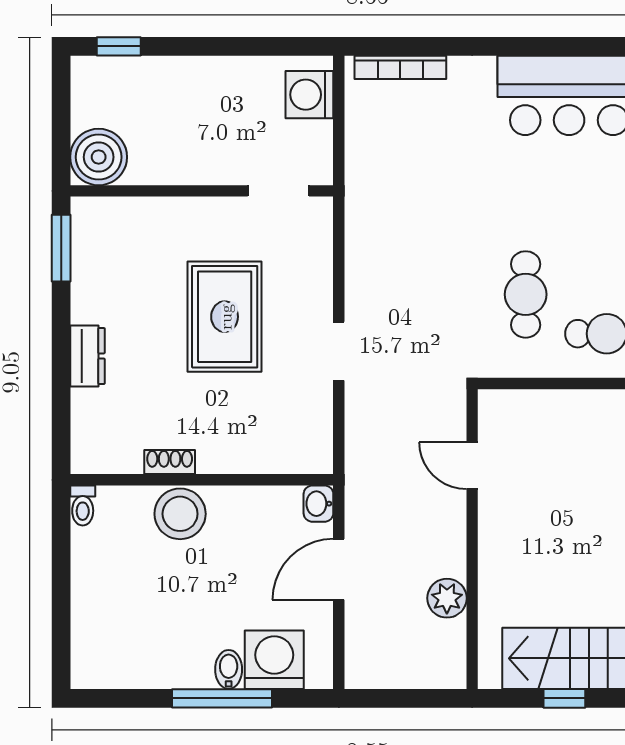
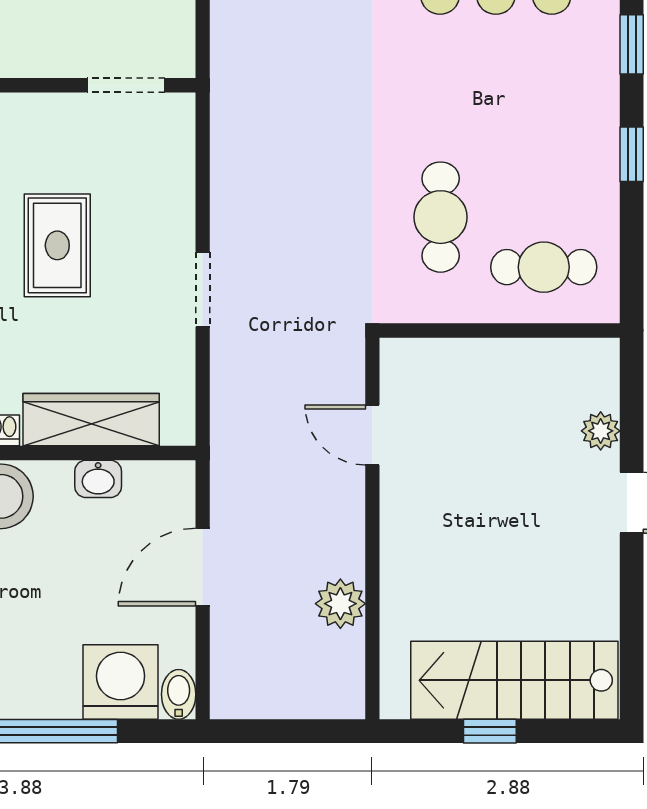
rug: (225, 317) -> (57, 245), width x0.73, depth x0.70
wardrobe: (251, 454) -> (91, 420), added
washbasin: (318, 504) -> (98, 479), moved, turned -90
bidet: (229, 669) -> (179, 694), moved

